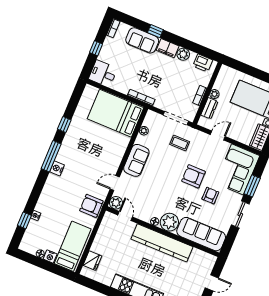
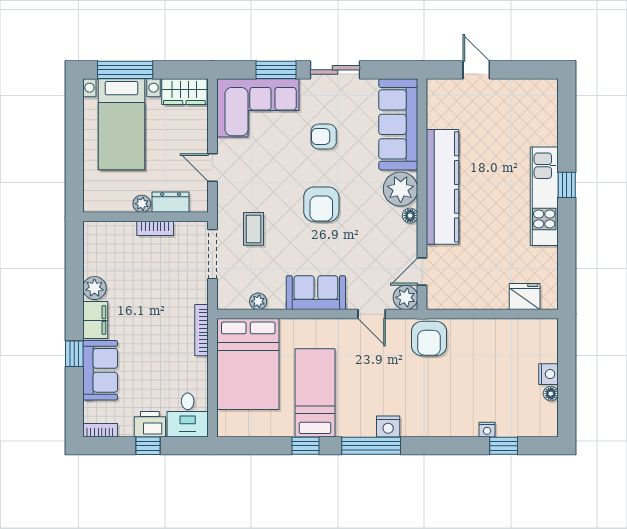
printer: (203, 63) -> (150, 424), moved, turned -90
armchair: (194, 176) -> (321, 204), moved
bed: (73, 246) -> (315, 393), moved, turned 90

